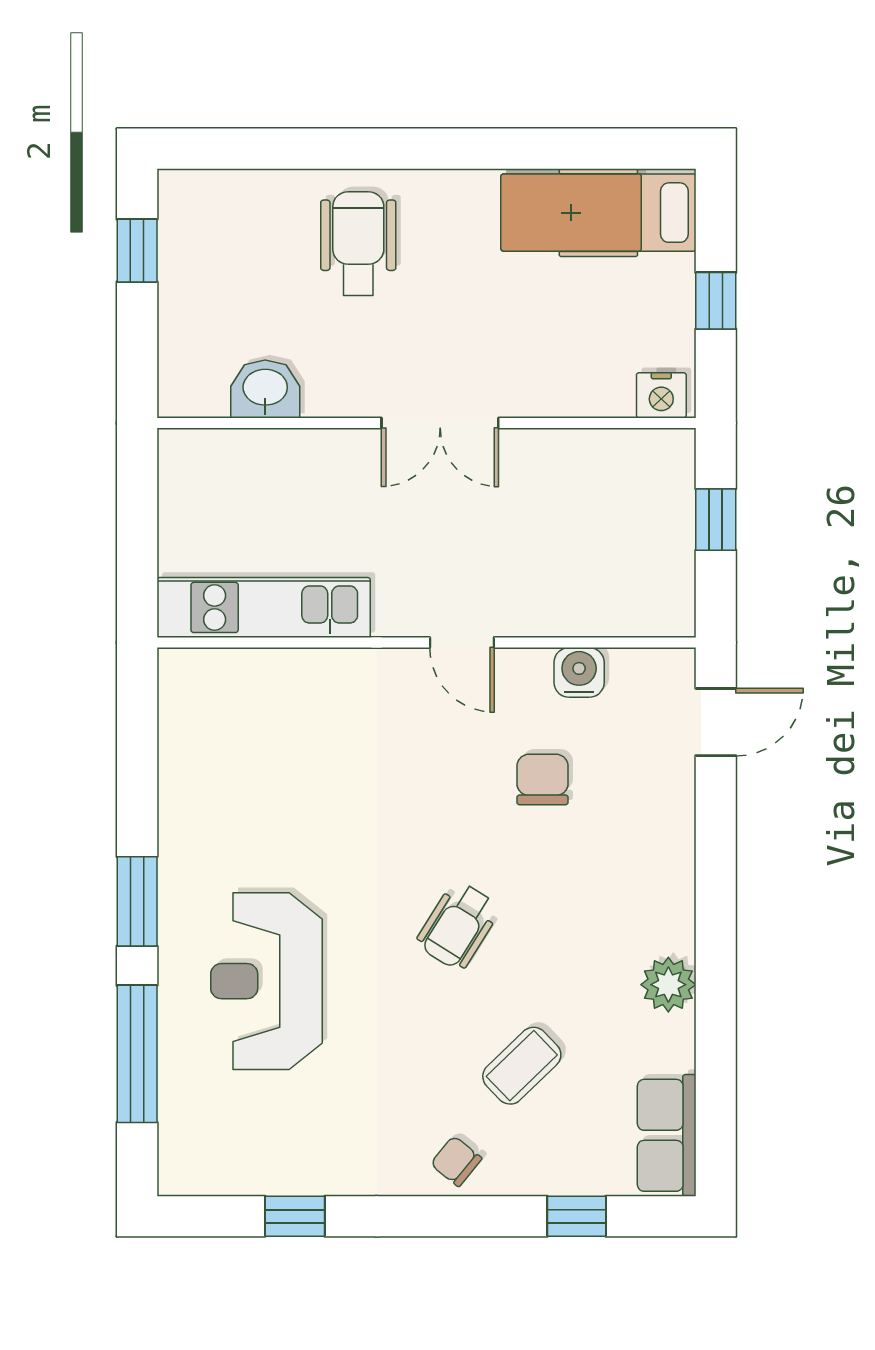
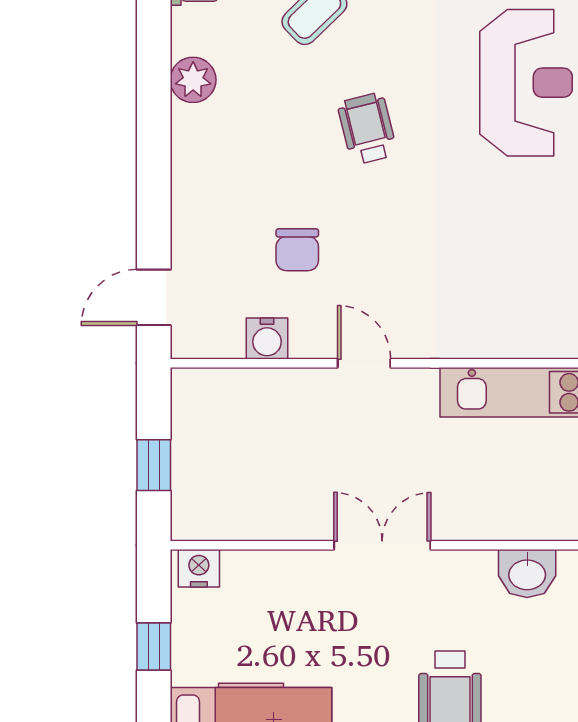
wheelchair: (458, 926) -> (367, 129), turned -46

